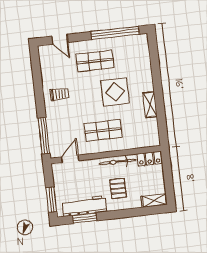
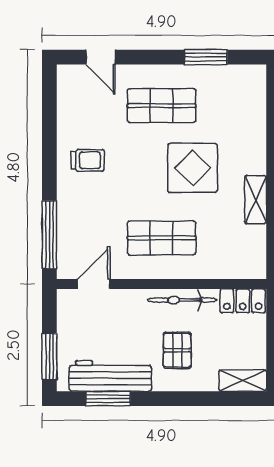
window: (115, 33) -> (206, 57), width x0.47

